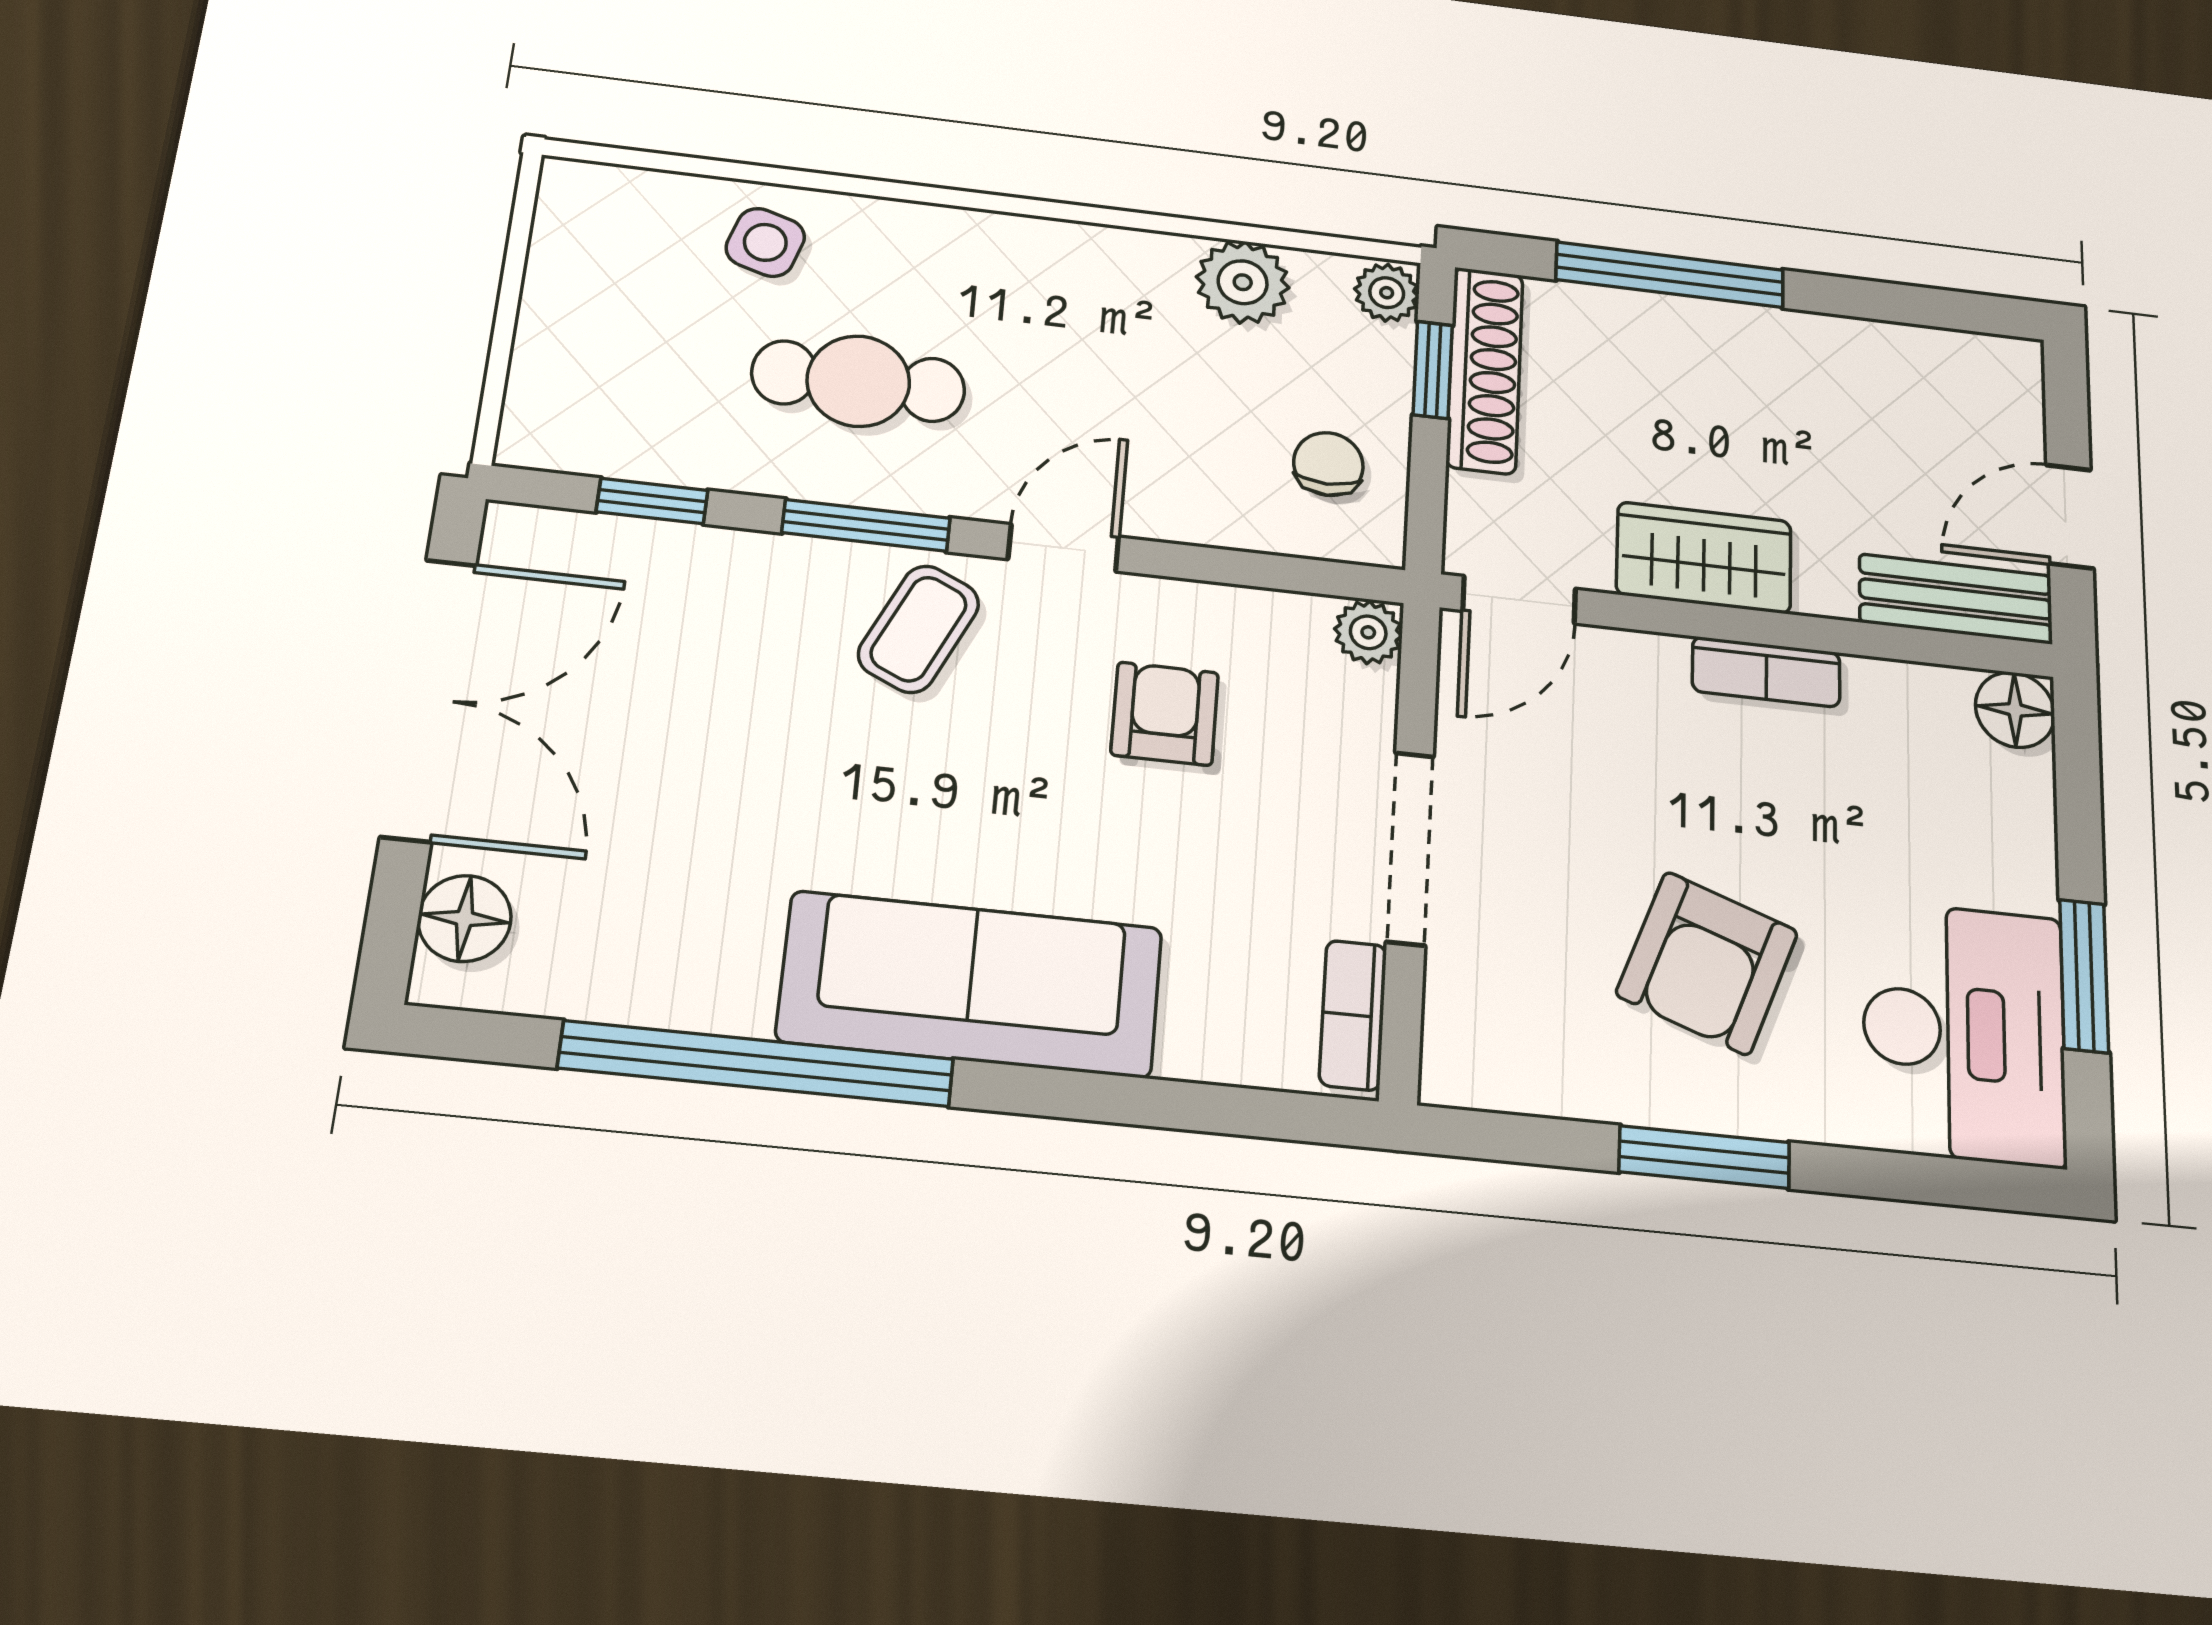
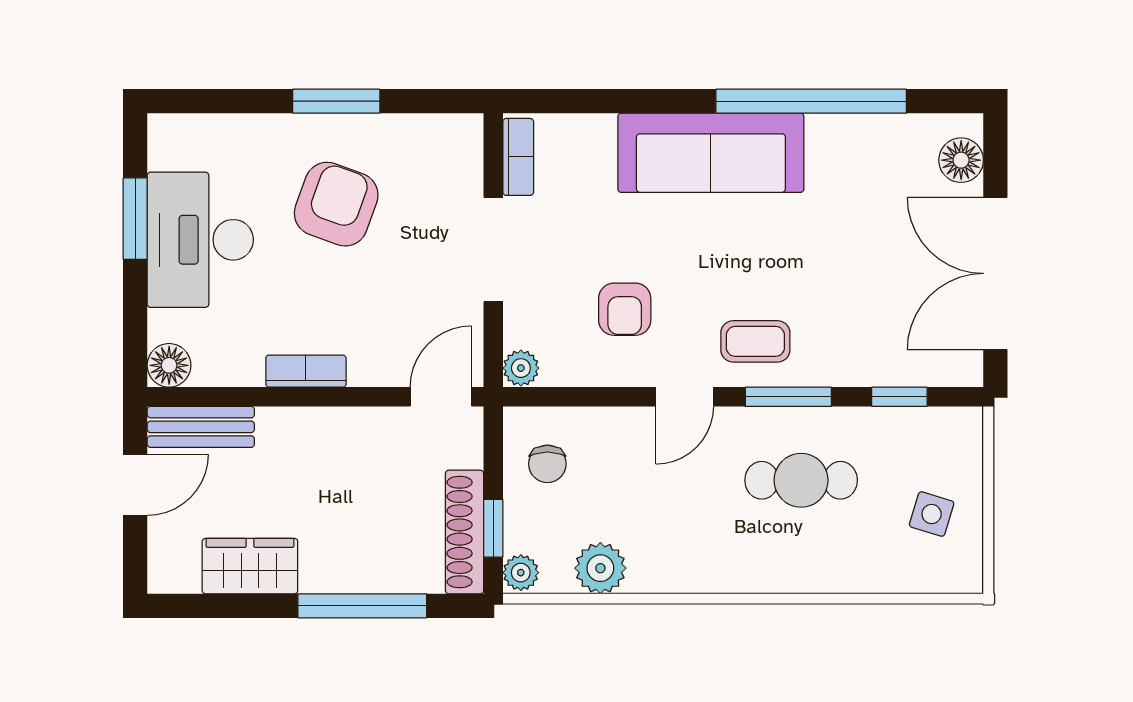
side table: (765, 242) -> (932, 514), moved
wardrobe: (1704, 558) -> (250, 566), moved, turned 180
coffee table: (919, 629) -> (755, 341), turned 65
desk: (1964, 1033) -> (200, 240), moved

